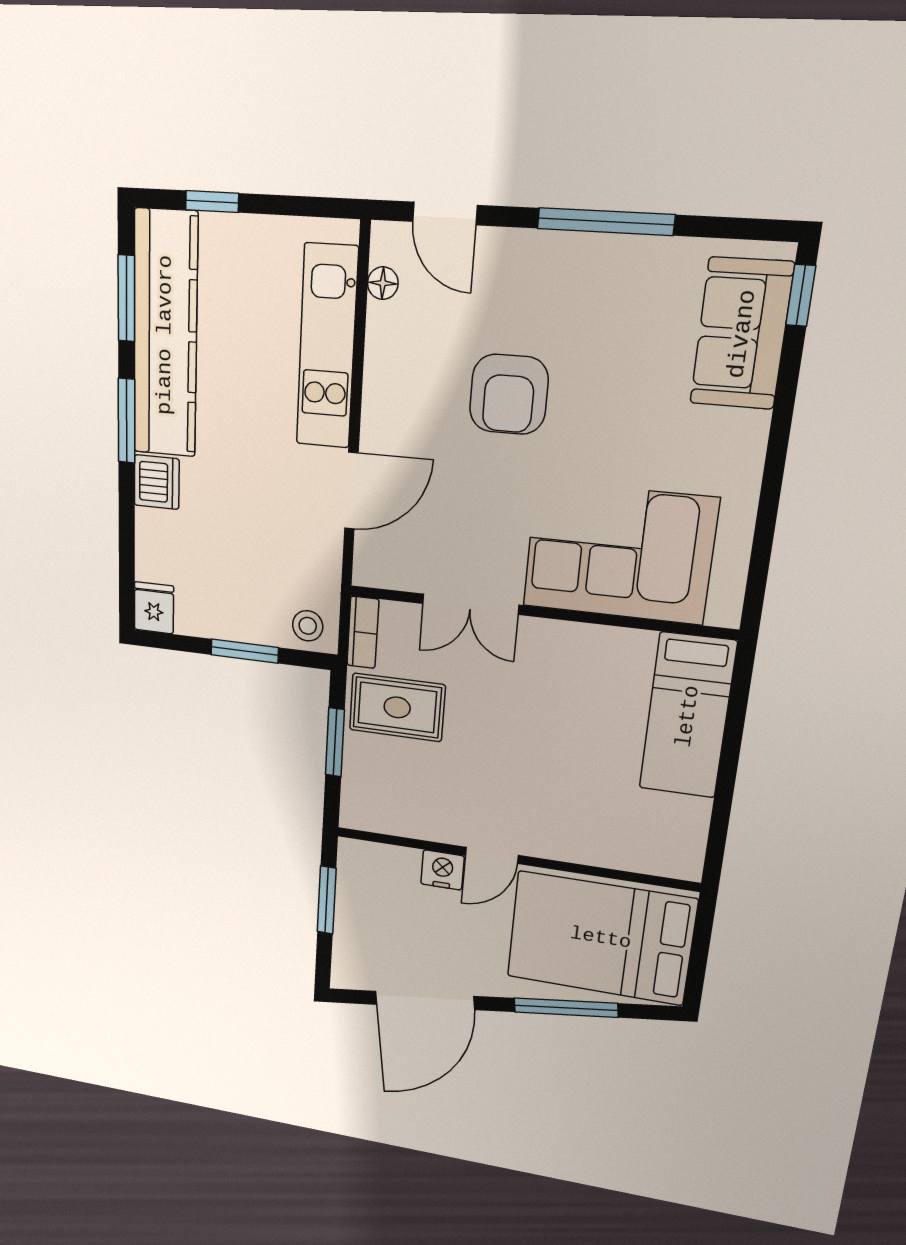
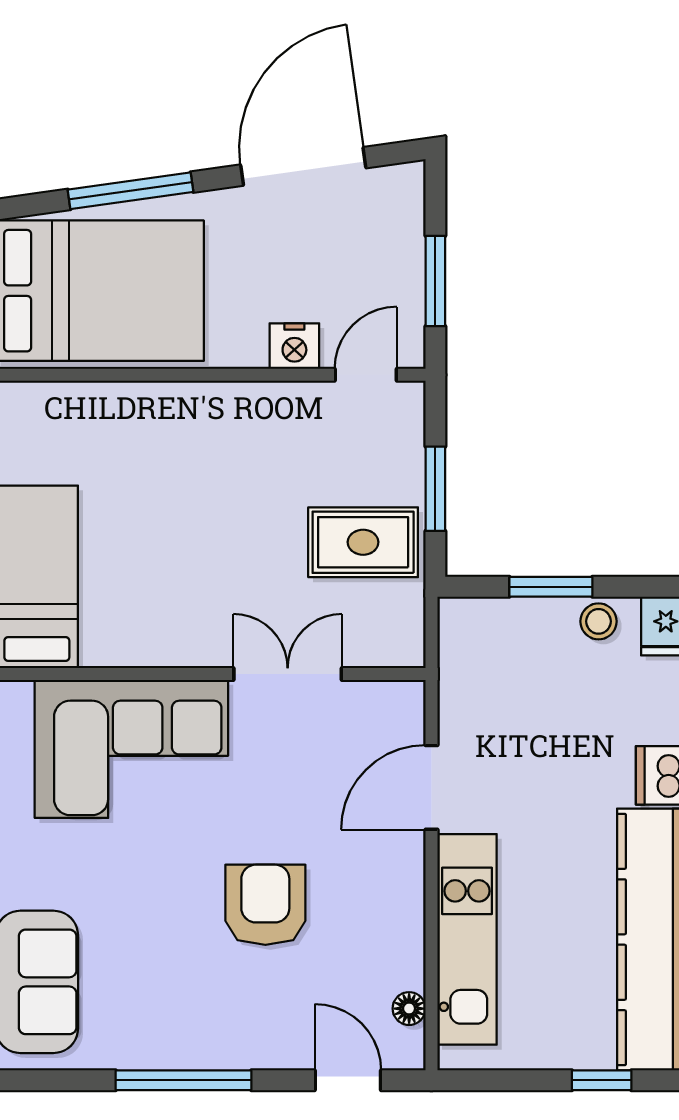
stool: (308, 626) -> (599, 621), moved
bookcase: (363, 632) -> (409, 627), removed
door: (492, 855) -> (366, 375), moved

